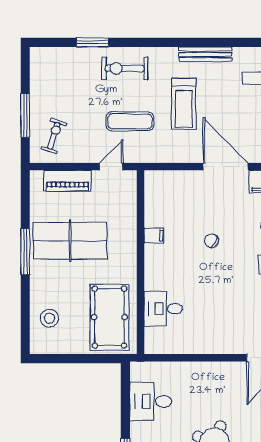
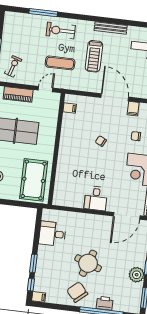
window: (93, 42) -> (43, 13), width x1.44
filing cabinet: (154, 236) -> (70, 108), moved
desk: (163, 309) -> (96, 198), moved, turned -90

